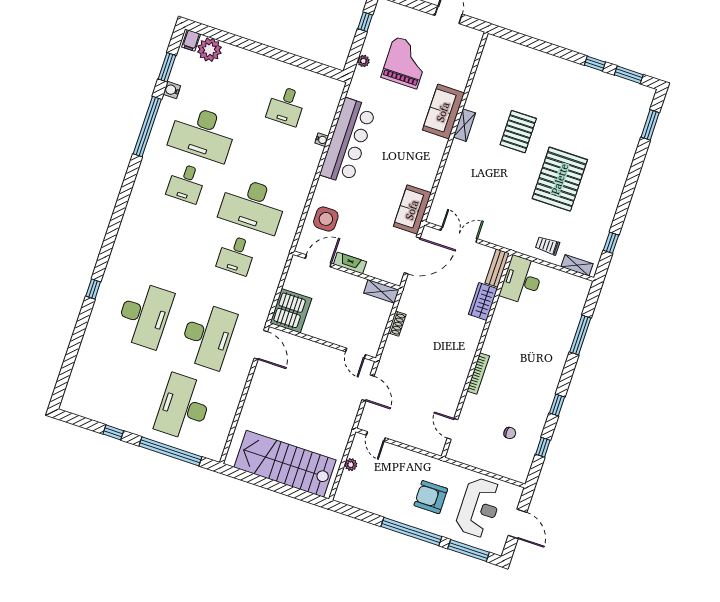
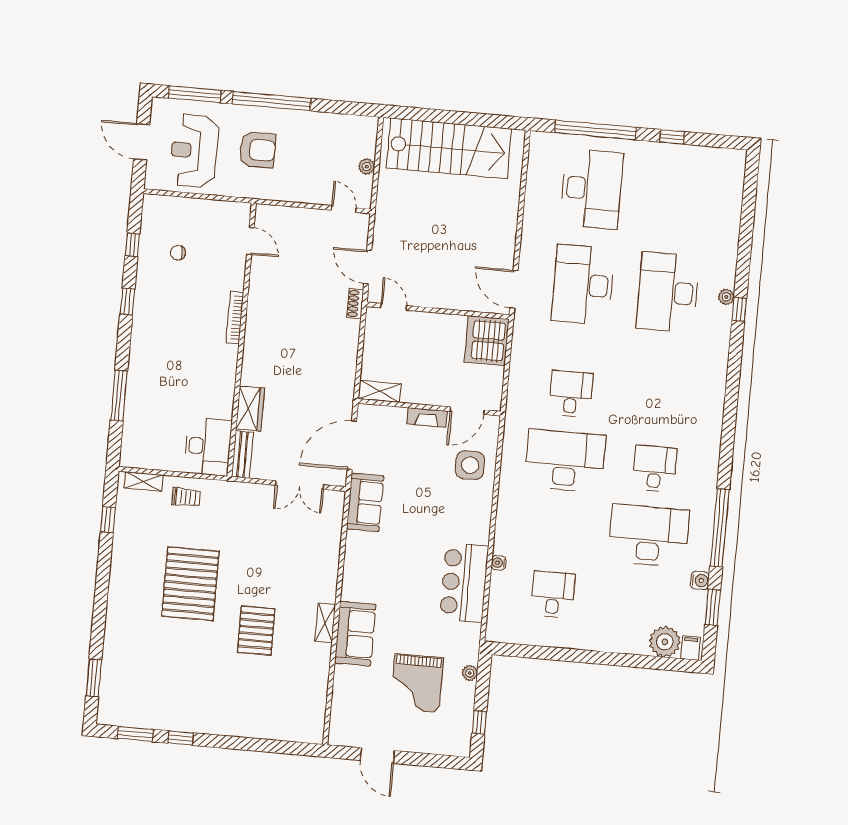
bar counter: (348, 141) -> (464, 582), width x0.73
plant: (101, 301) -> (726, 297), added
shoe rack: (397, 324) -> (355, 304), moved

